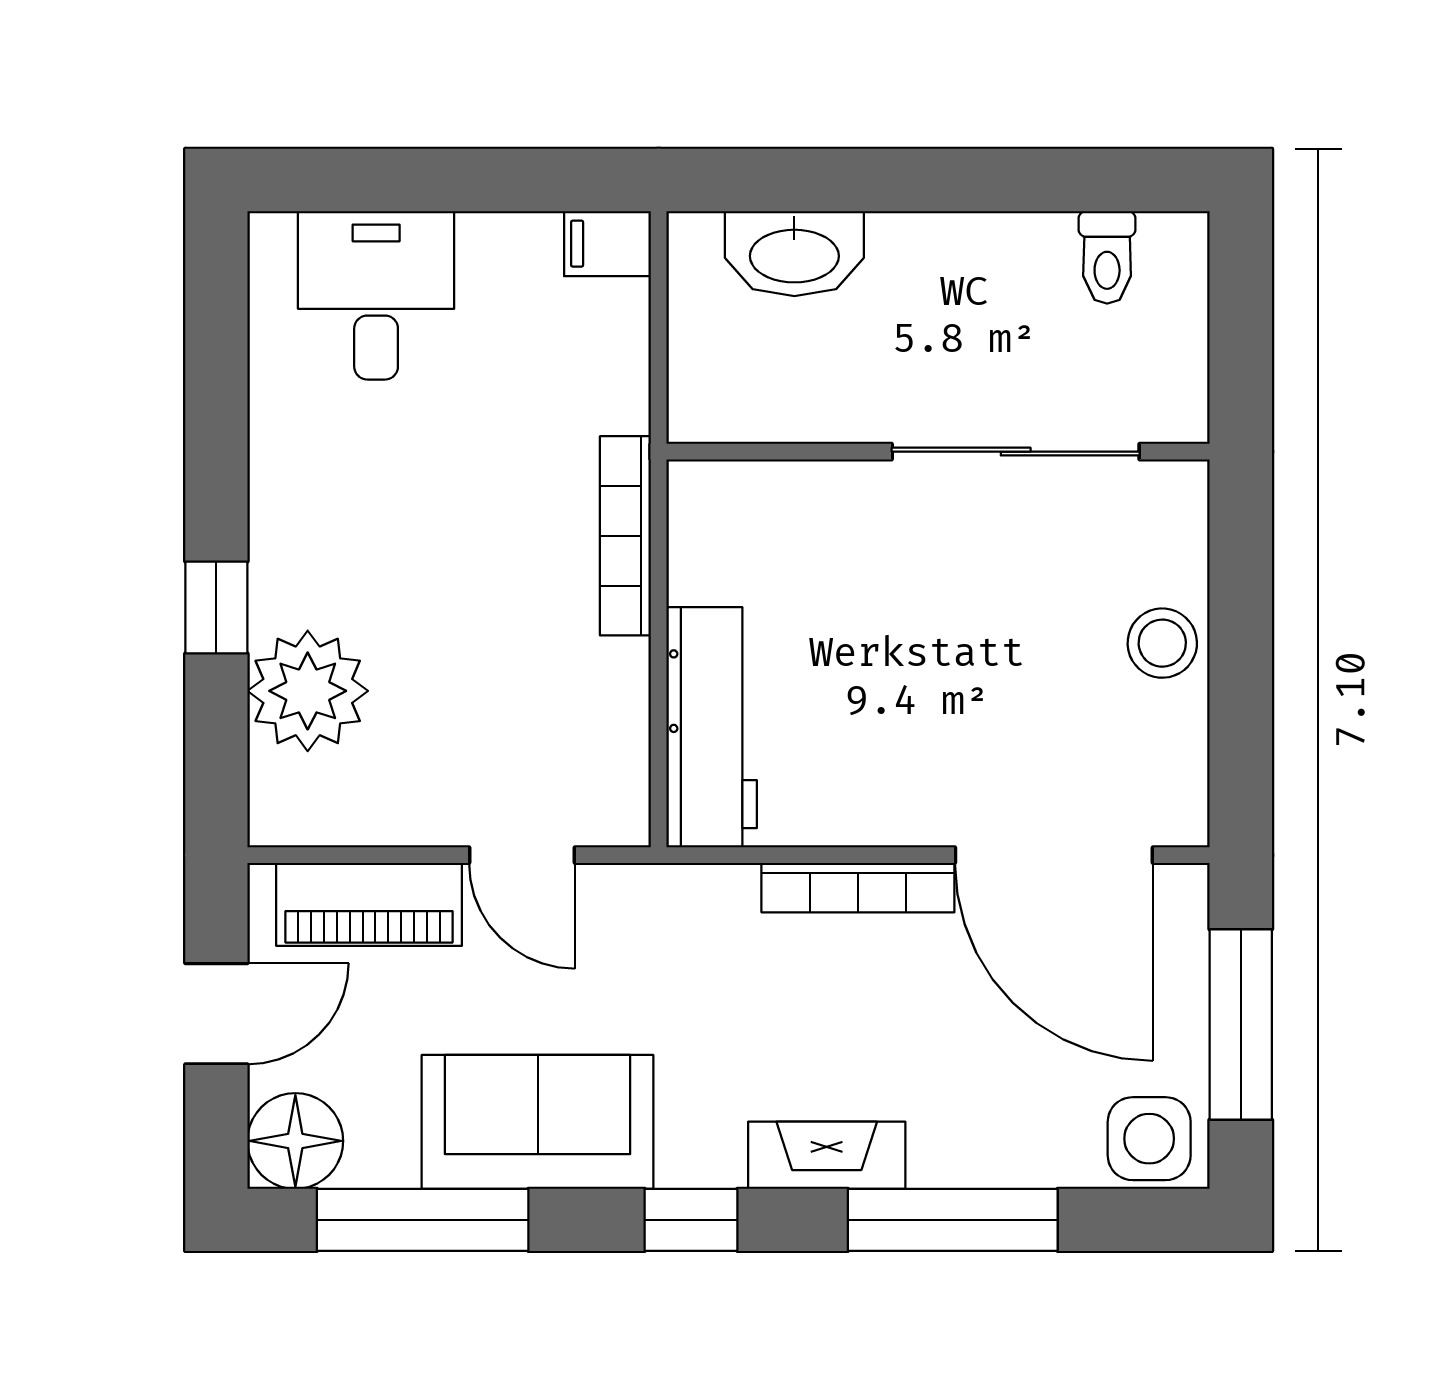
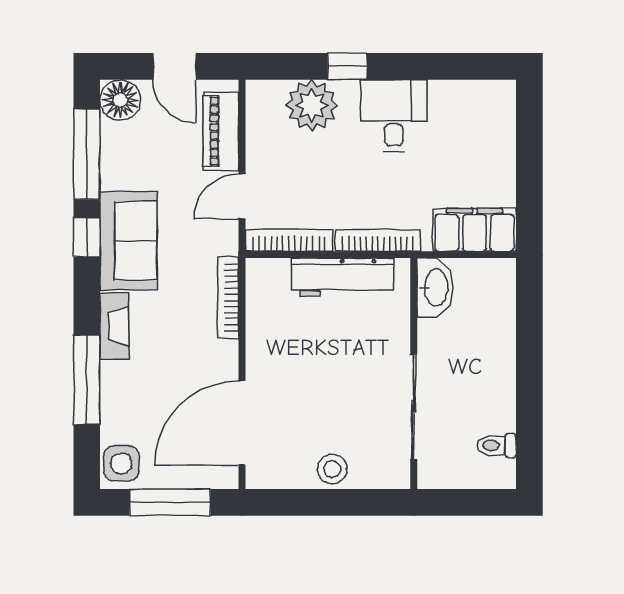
filing cabinet: (608, 244) -> (475, 230), width x3.00, depth x1.17
washbasin: (794, 254) -> (435, 288), moved, turned 180
desk: (376, 295) -> (394, 115), moved, turned -90
workbench: (712, 727) -> (343, 277), moved
bookcase: (625, 745) -> (289, 240), added
bookcase: (858, 888) -> (228, 297), moved
sofa: (538, 1122) -> (128, 241), moved
window: (691, 1220) -> (87, 237), moved

